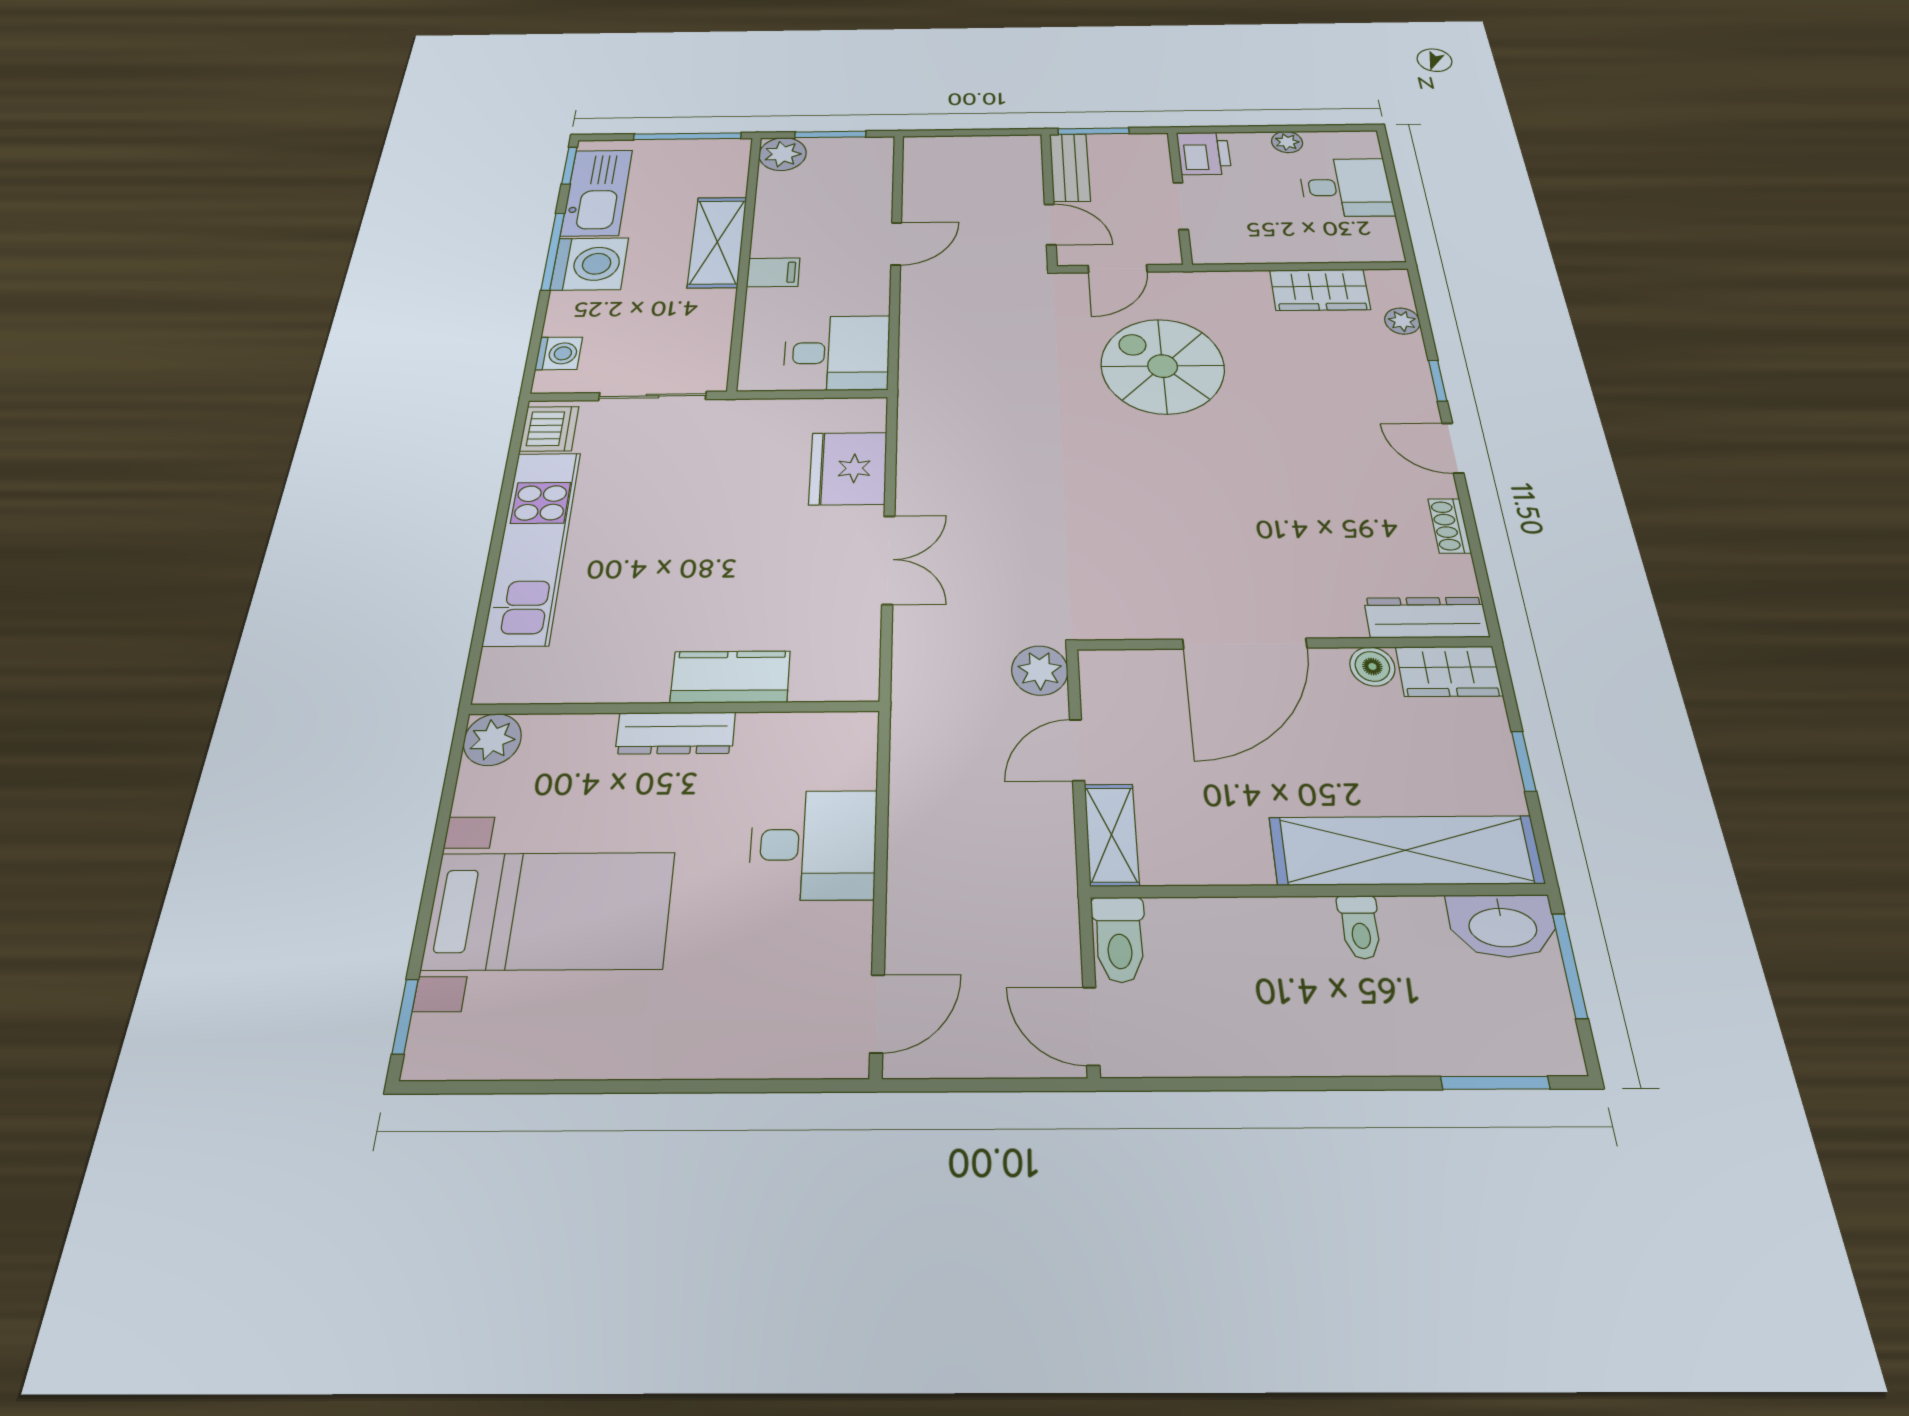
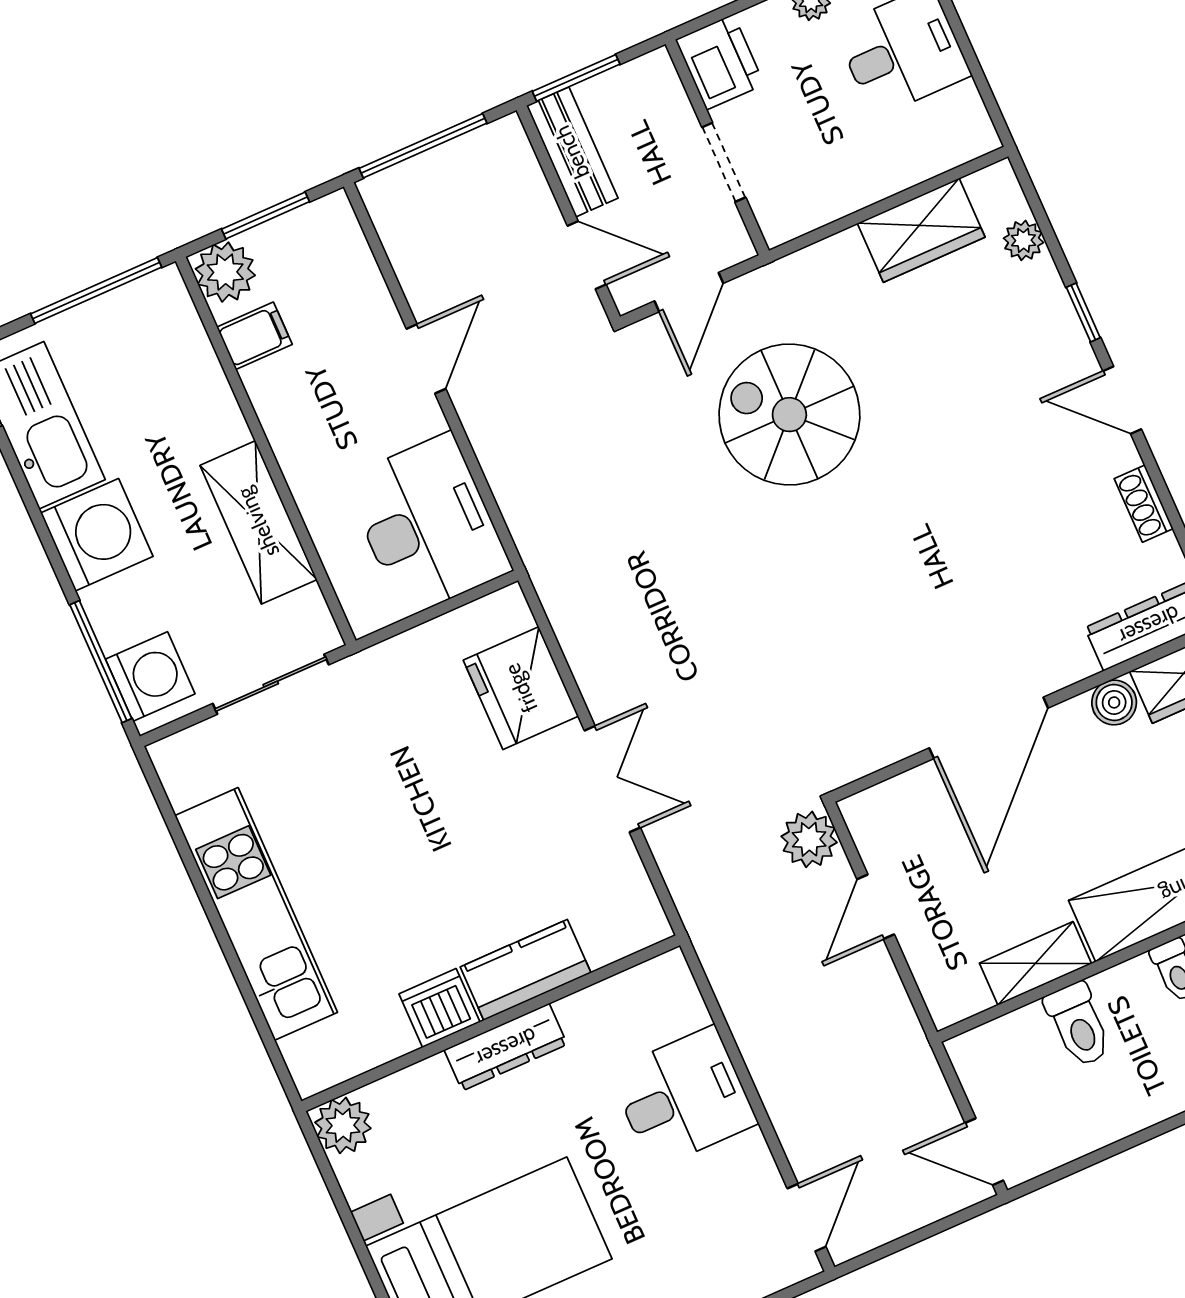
window: (964, 133) -> (423, 146), added
shelving: (717, 242) -> (258, 522), moved
window: (553, 251) -> (101, 662), moved
filing cabinet: (773, 272) -> (254, 336), moved
washing machine: (559, 353) -> (150, 676), width x1.38, depth x1.38
desk: (837, 353) -> (428, 525), width x1.37
dishwasher: (549, 429) -> (439, 1008), moved, turned -90
shelving: (1111, 835) -> (1036, 963), moved, turned 90
toilet: (1119, 939) -> (1078, 1025), moved

